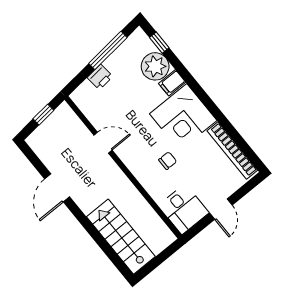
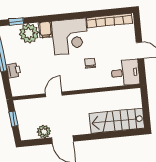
plant: (52, 160) -> (44, 132), added

